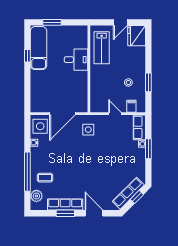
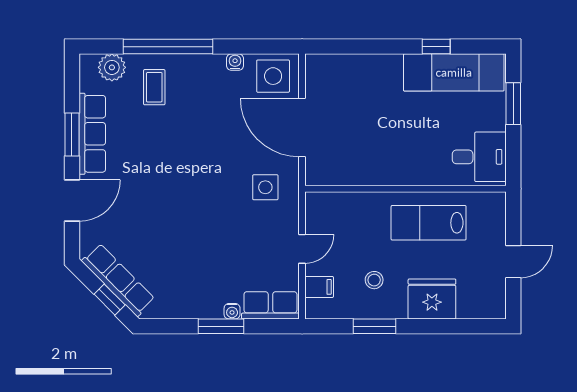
door: (120, 22) -> (513, 262), swing flipped
fridge: (137, 36) -> (432, 299), moved
lab bench: (102, 48) -> (429, 223), moved
desk: (76, 60) -> (479, 157), moved, turned -90

